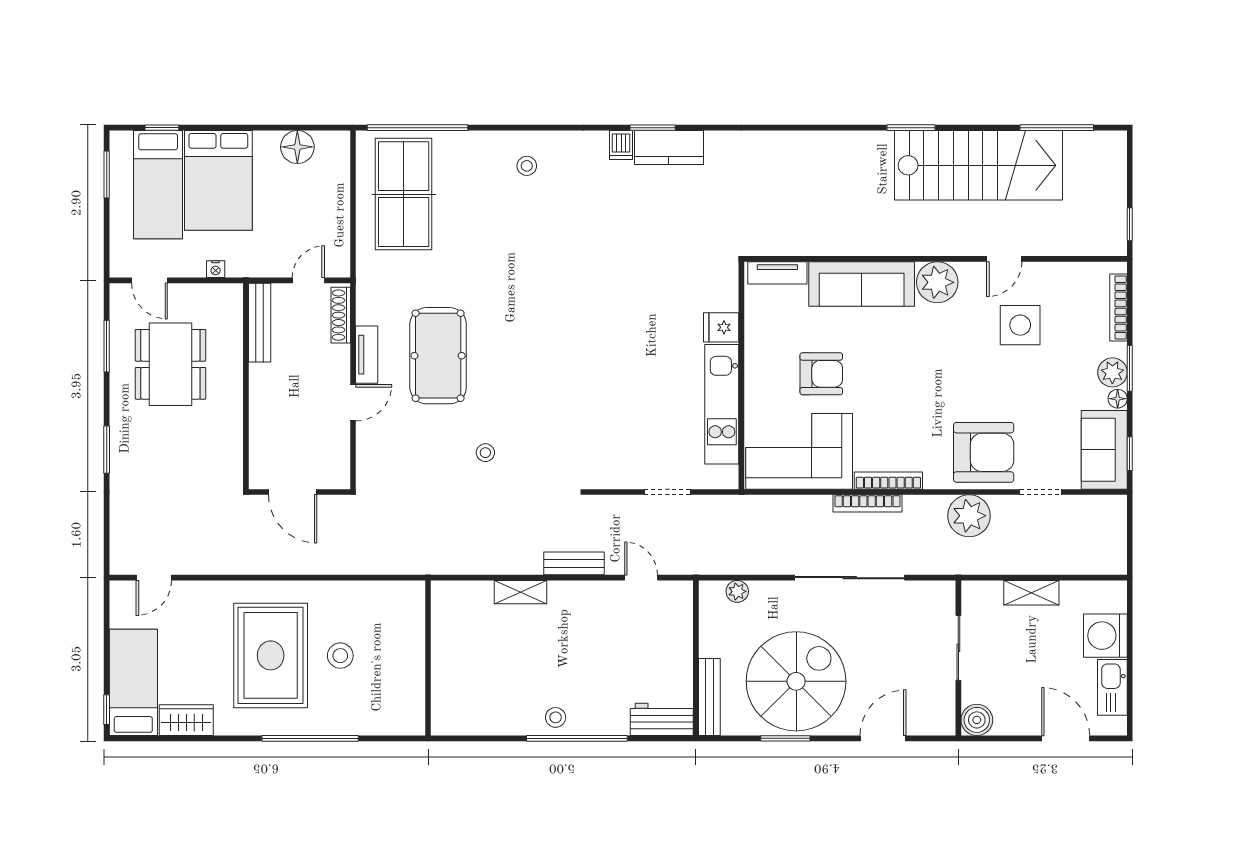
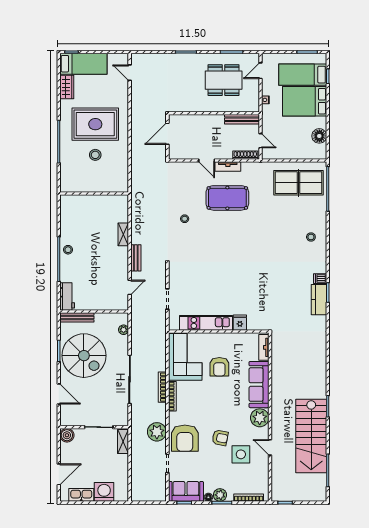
armchair: (983, 372) -> (220, 438), added
shelving: (1031, 593) -> (123, 442), moved

